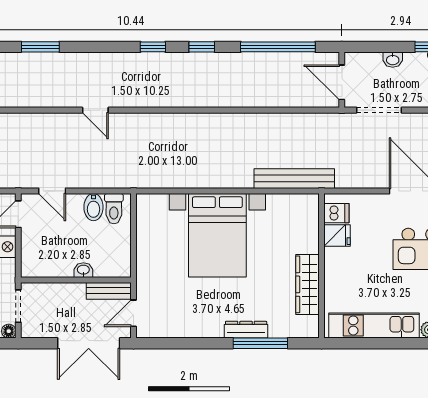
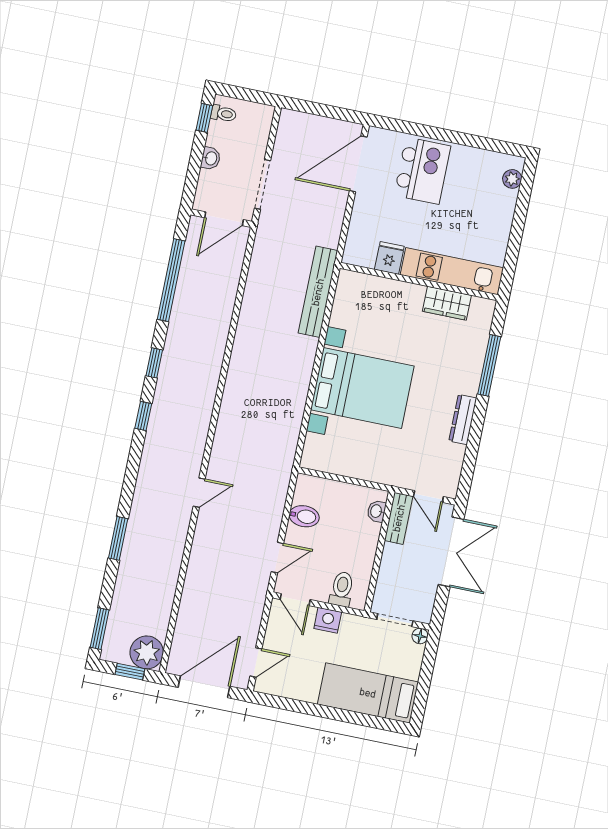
toilet: (114, 209) -> (342, 589), moved, turned -90
dishwasher: (336, 213) -> (365, 254), removed
washbasin: (83, 270) -> (376, 511), moved
wardrobe: (307, 284) -> (447, 303), width x0.67
kitchen unit: (374, 325) -> (452, 271), moved, turned 90
dresser: (246, 330) -> (463, 419), moved

